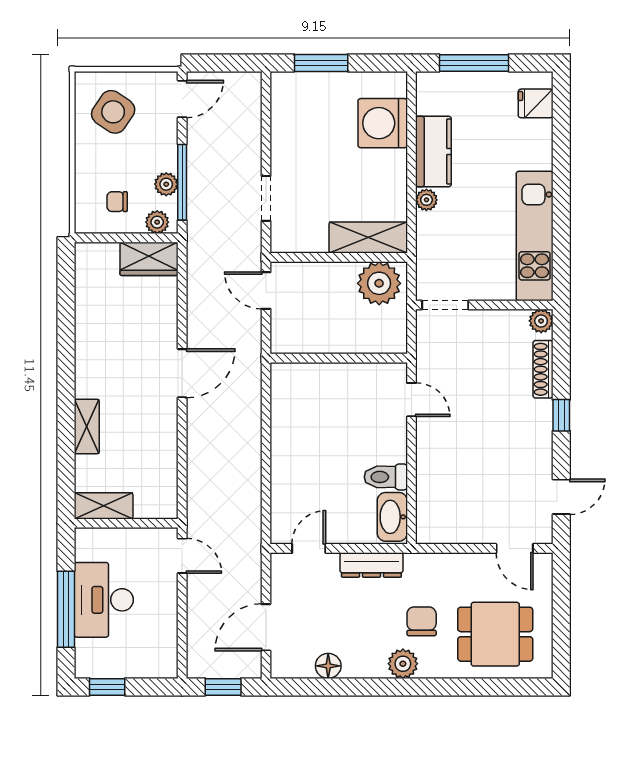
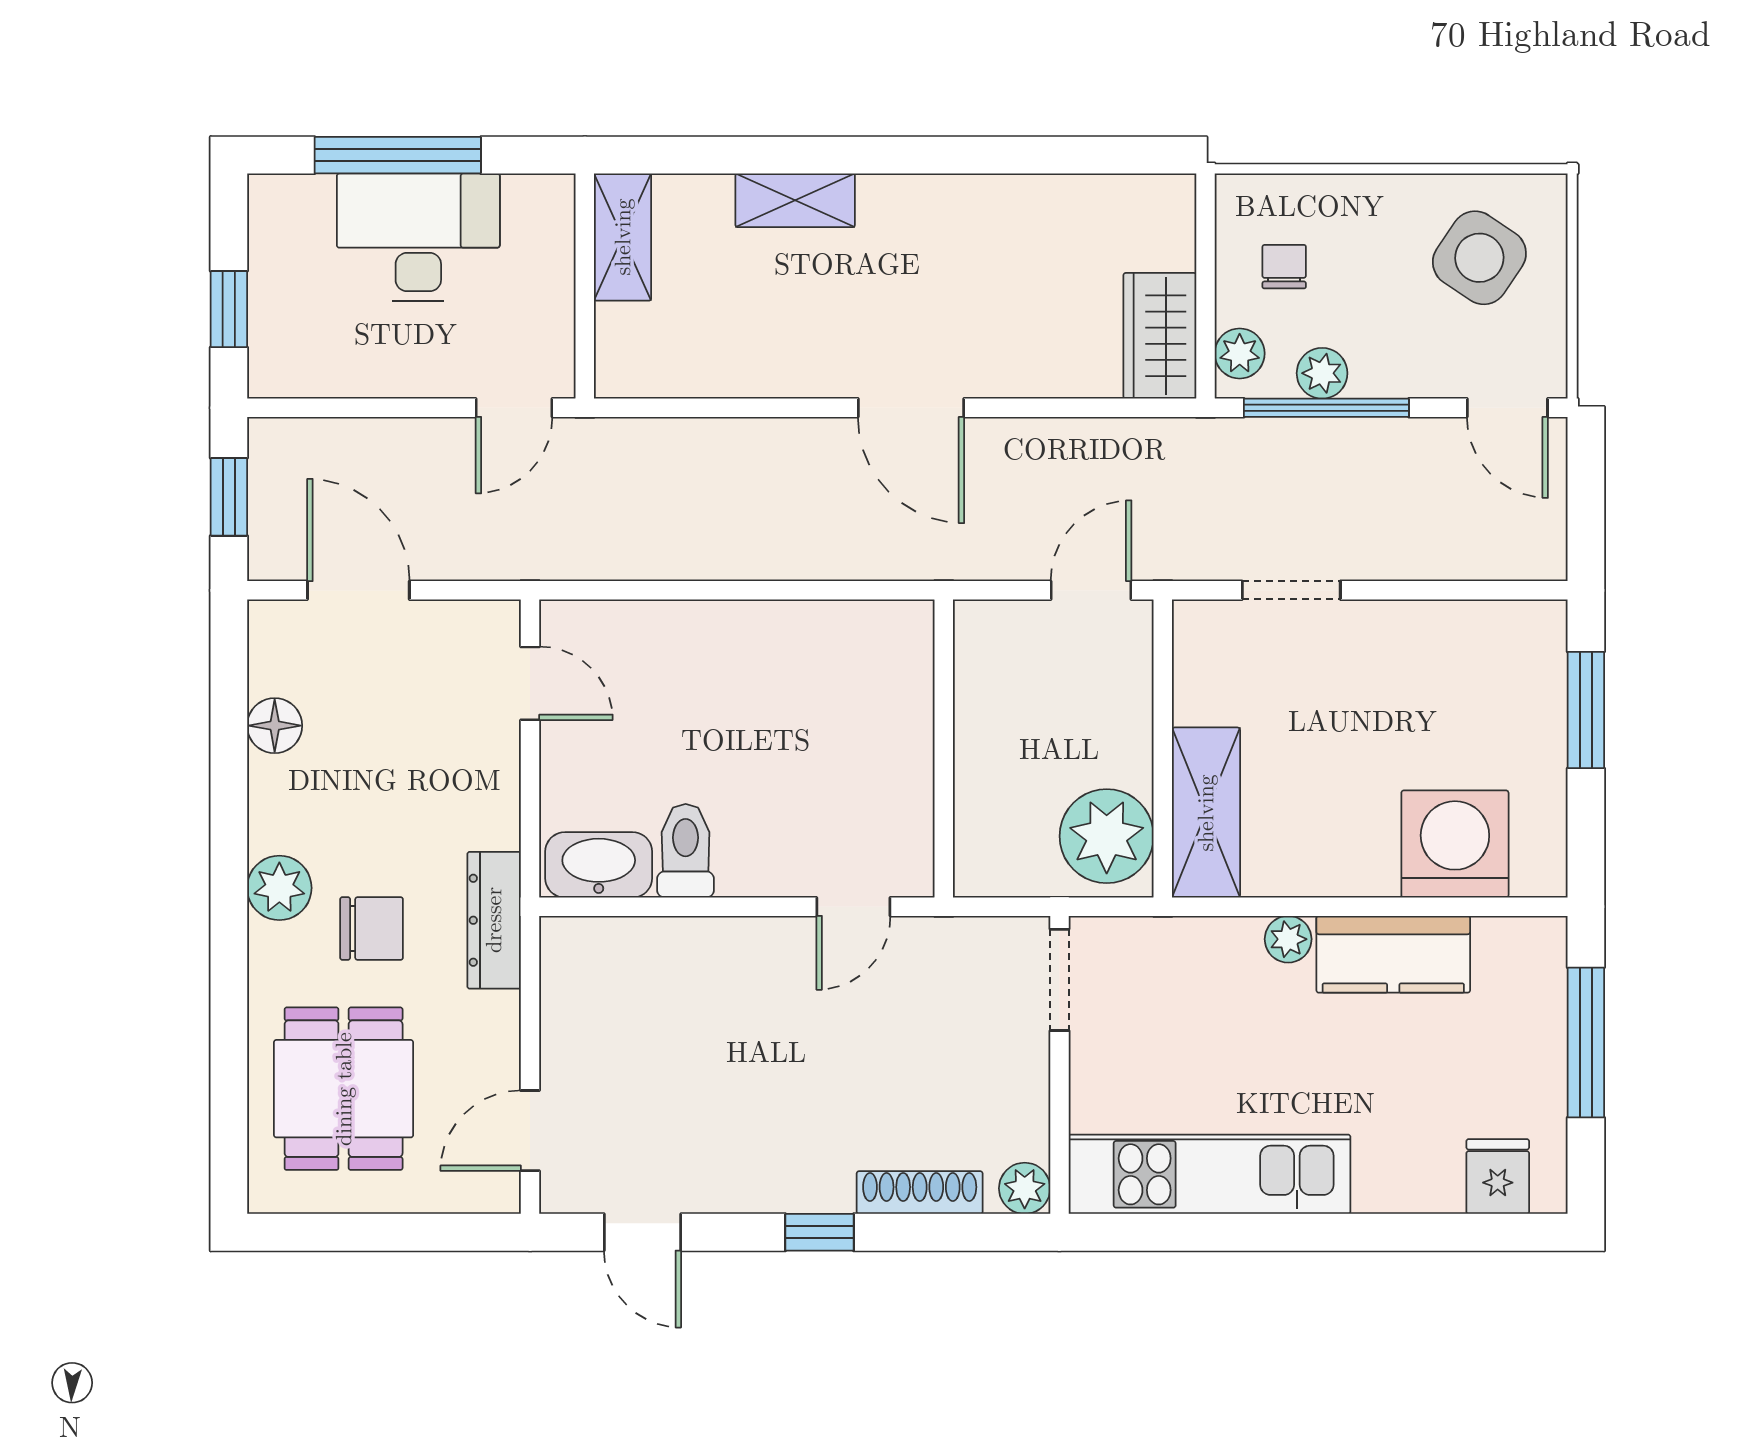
dresser: (371, 565) -> (494, 920), moved
window: (107, 687) -> (229, 309), moved

